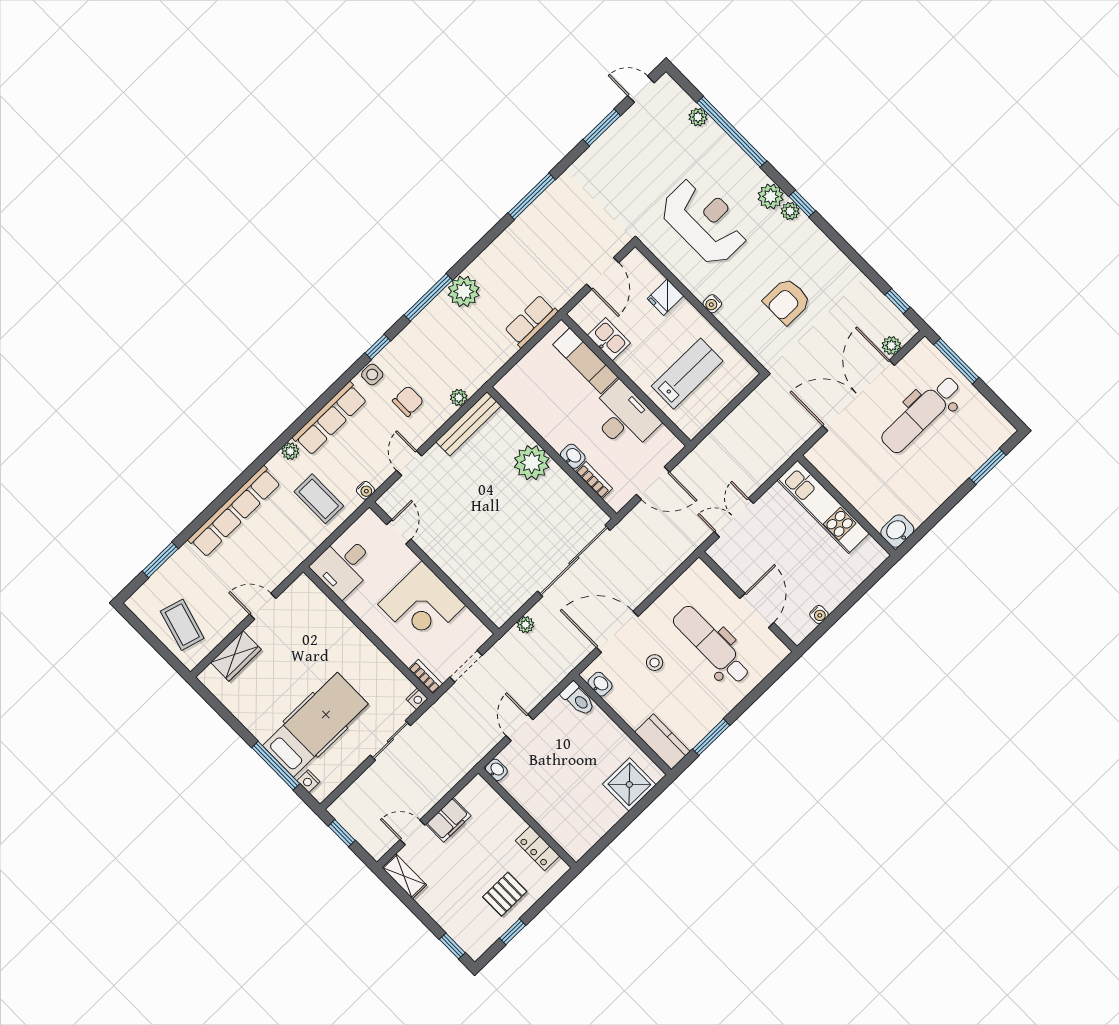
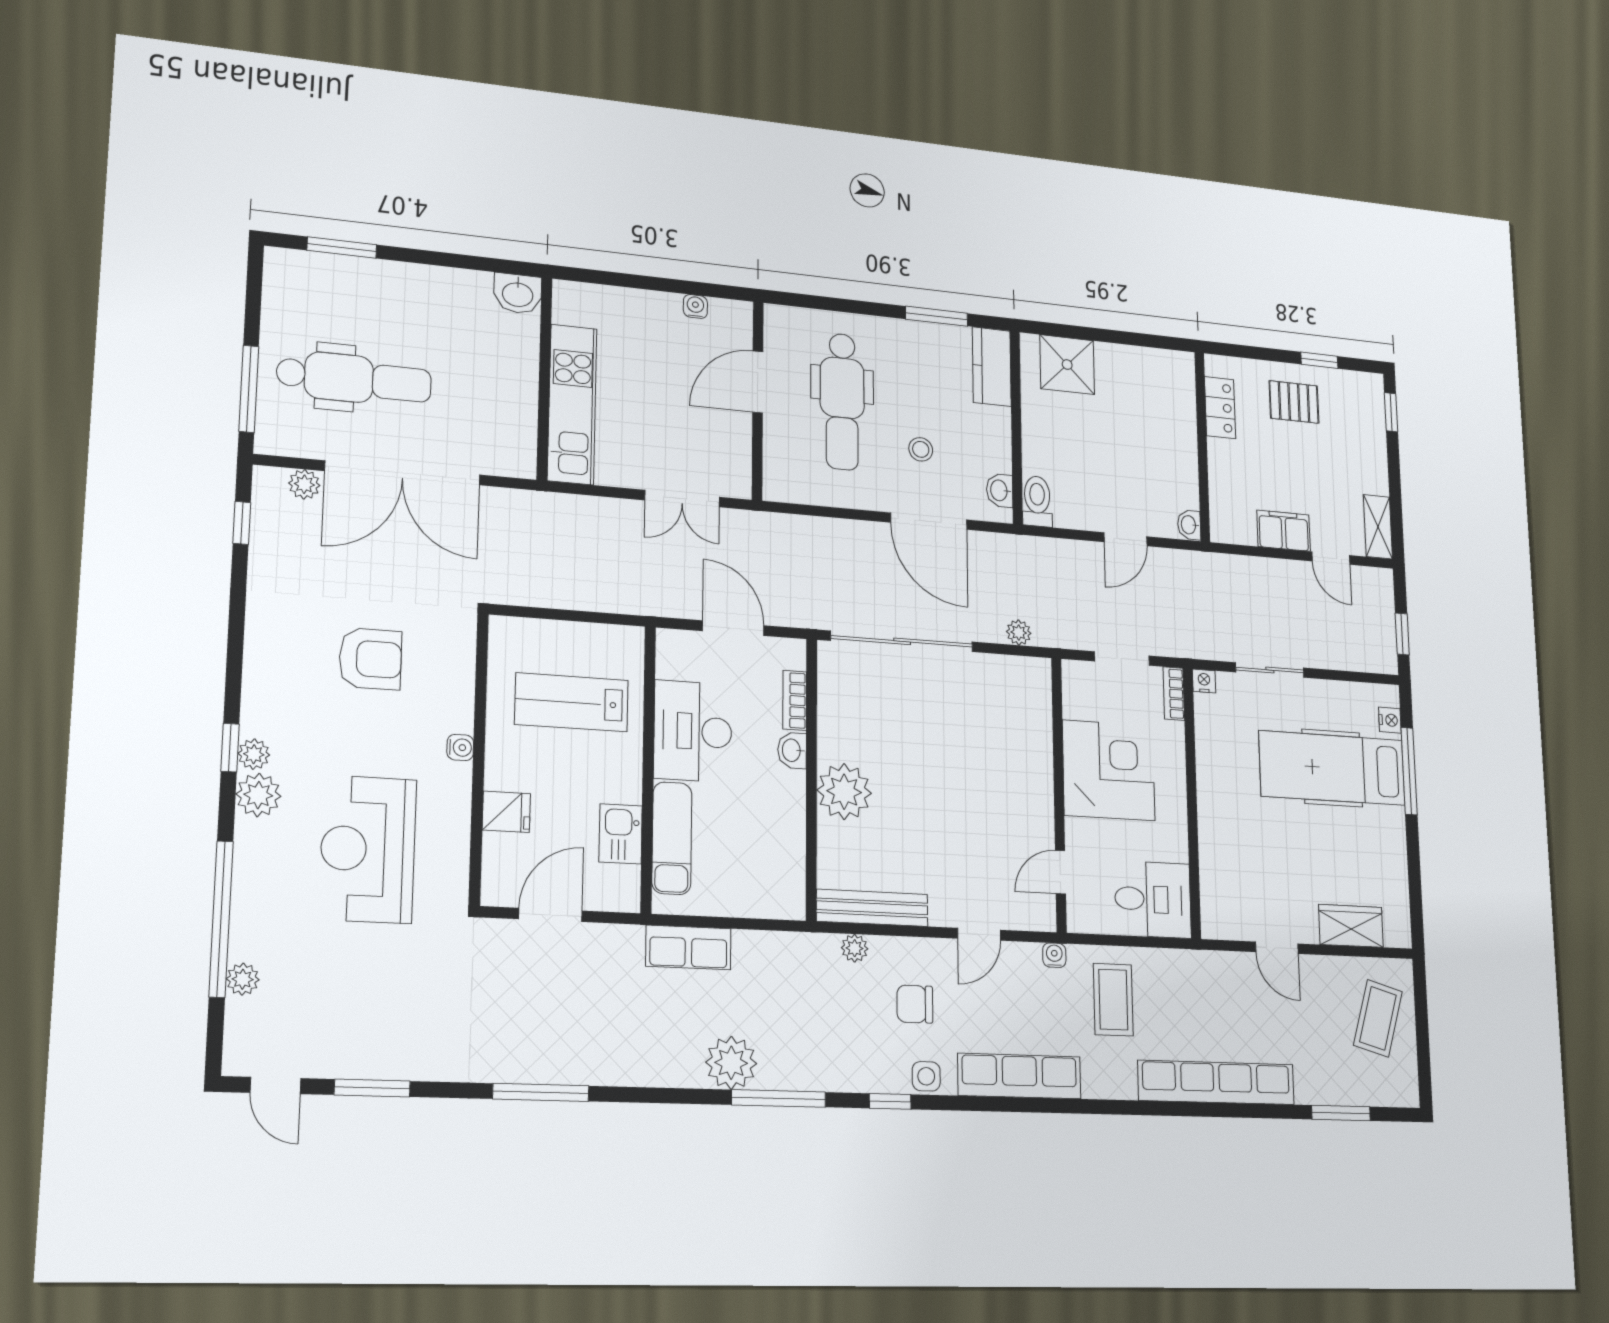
plant: (290, 451) -> (1096, 1085), removed

